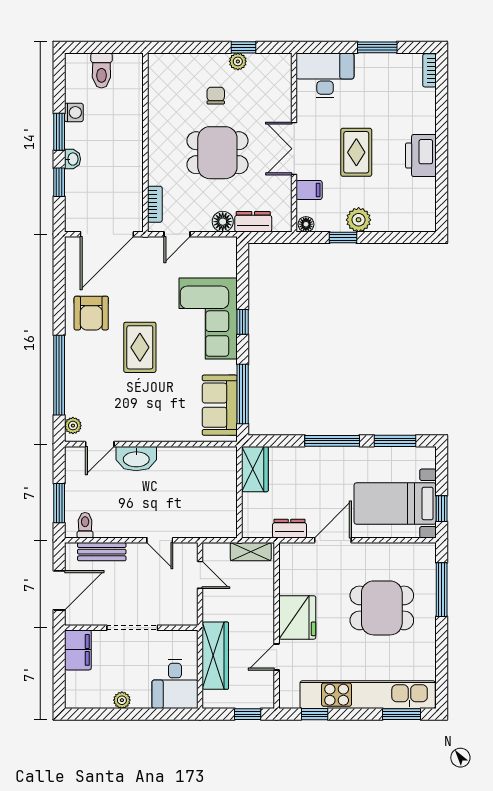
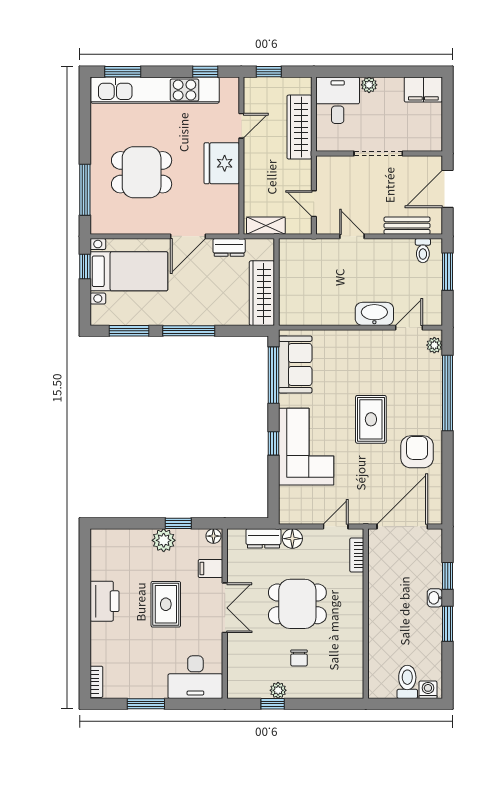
washing machine: (74, 112) -> (428, 690), moved, turned 90
wardrobe: (255, 469) -> (262, 293), width x1.50
filing cabinet: (78, 650) -> (423, 89), moved, turned -90
plant: (122, 700) -> (369, 85), moved

